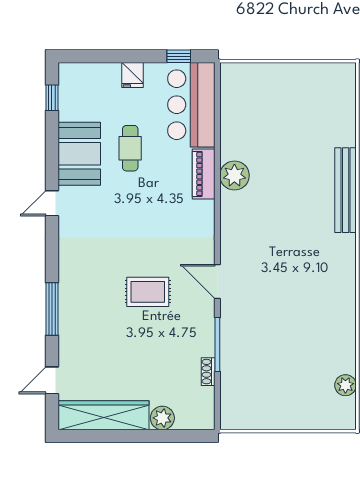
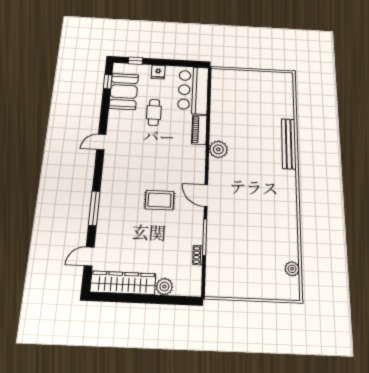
window: (179, 56) -> (136, 61), moved
booth: (79, 154) -> (124, 91), moved
plant: (234, 175) -> (218, 149), moved

